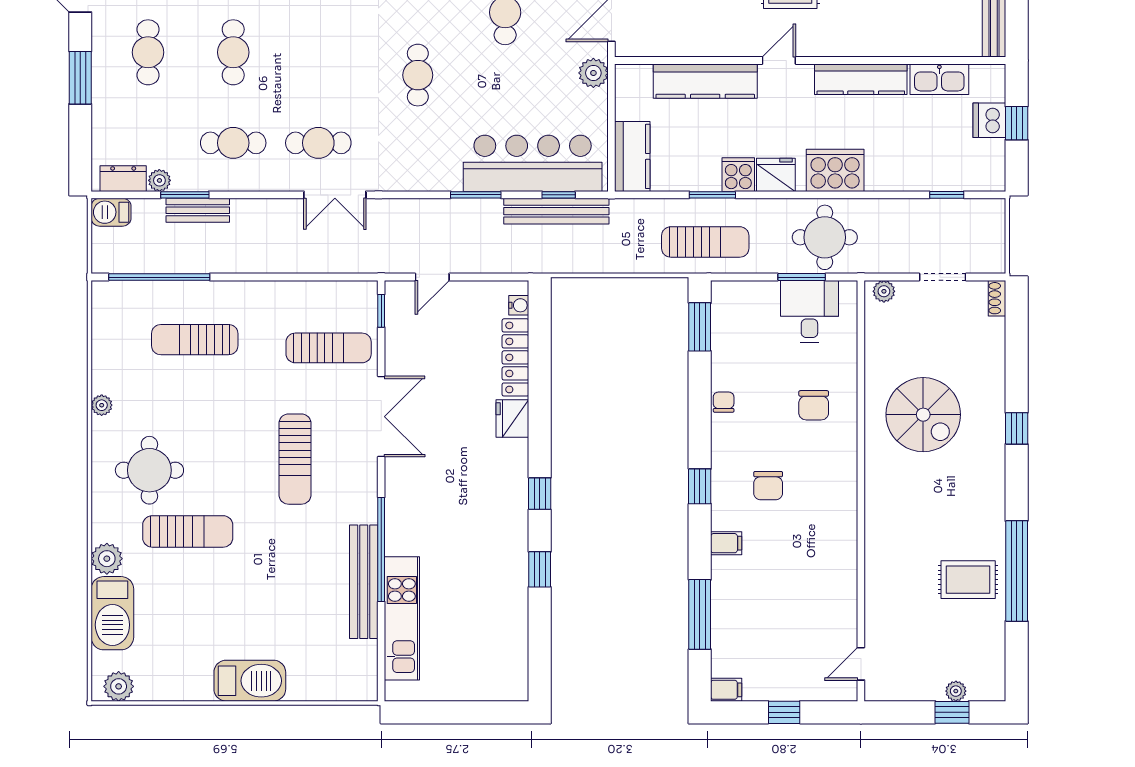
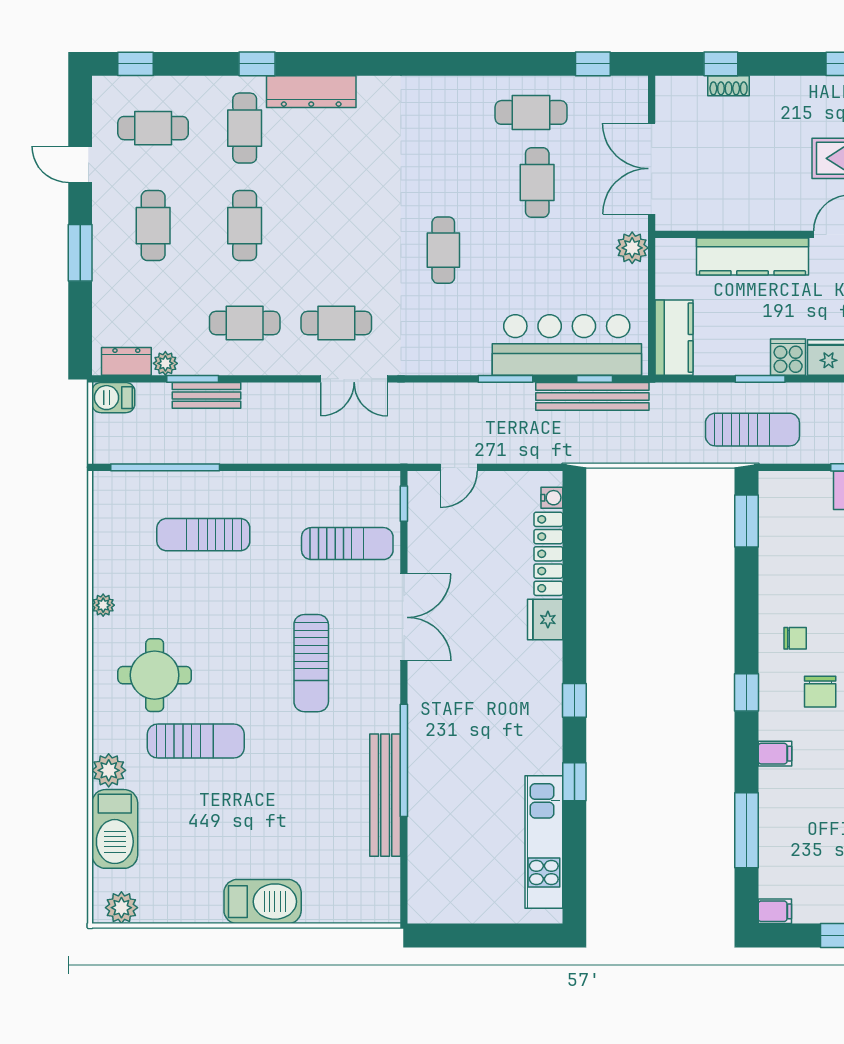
chair: (724, 402) -> (795, 638), moved, turned 90
kitchen unit: (402, 618) -> (544, 842), moved, turned 180

